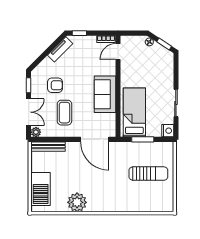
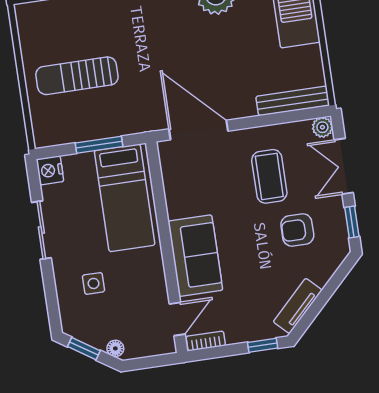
side table: (155, 74) -> (93, 283), added
sofa: (105, 94) -> (195, 256), moved

